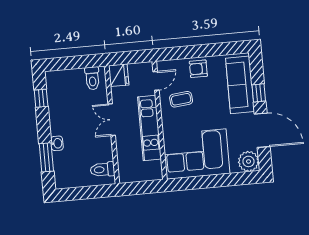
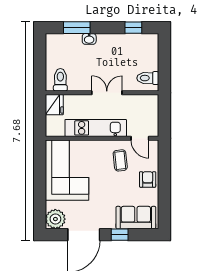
fridge: (119, 75) -> (54, 105), moved, turned -90
sofa: (240, 85) -> (136, 218), width x0.73

